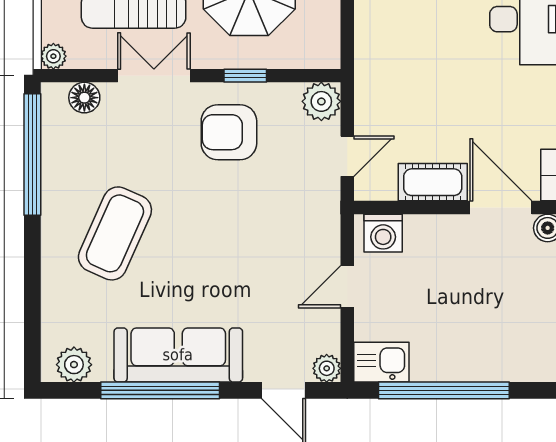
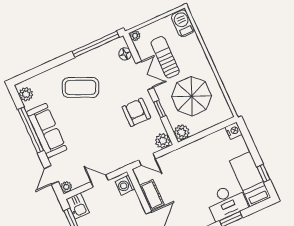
plant: (321, 50) -> (182, 132), added

